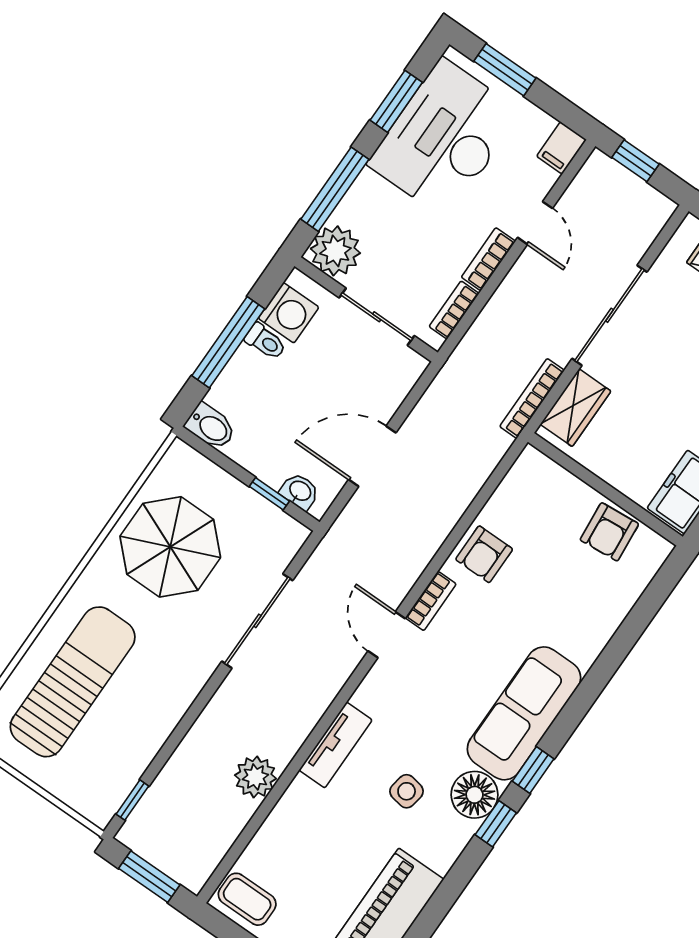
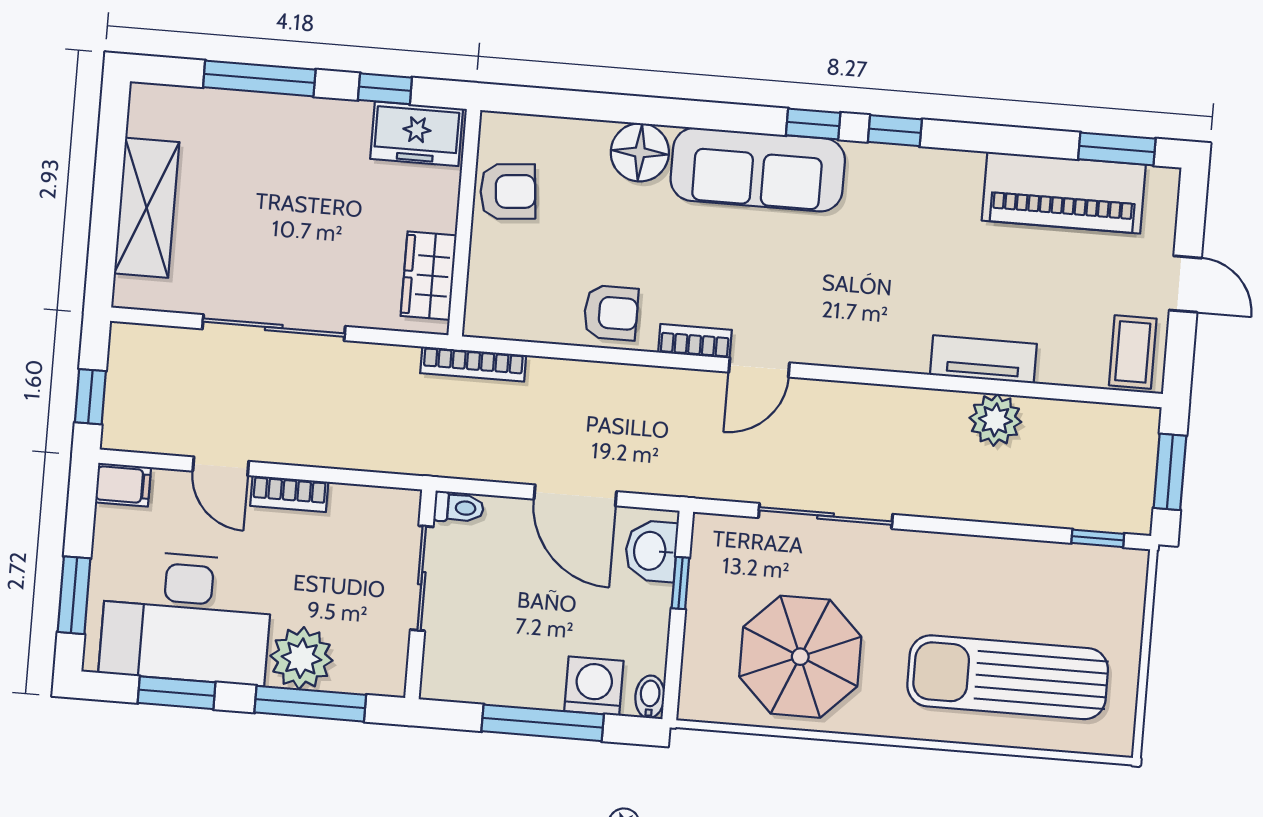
door: (535, 223) -> (221, 466), swing flipped
plant: (335, 251) -> (301, 658), moved
bookcase: (454, 310) -> (366, 499), removed
washing machine: (289, 313) -> (594, 686), moved
toilet: (265, 342) -> (459, 508), moved, turned 90
bookcase: (532, 398) -> (473, 364), moved
wardrobe: (576, 408) -> (429, 276), moved, turned -90
bidet: (211, 427) -> (650, 697), width x0.72, depth x0.74
washbasin: (300, 491) -> (651, 551), width x1.38, depth x1.45
tv unit: (336, 745) -> (983, 359), moved
side table: (407, 791) -> (916, 248), removed
floor lamp: (475, 795) -> (640, 152), moved

